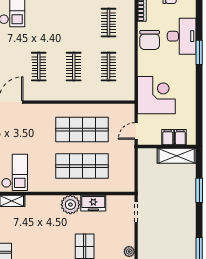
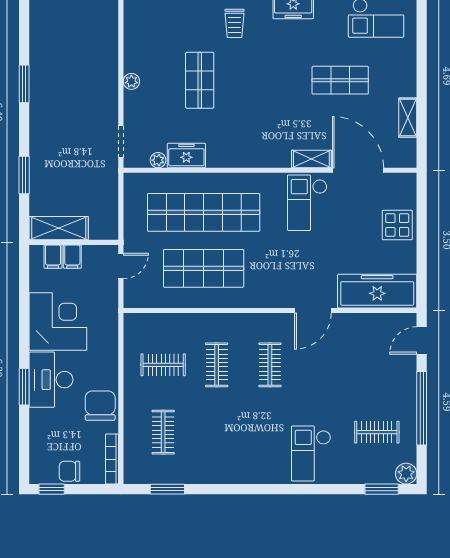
desk: (182, 36) -> (51, 380), moved
clothes rail: (108, 67) -> (163, 365), turned 90
corner desk: (156, 95) -> (58, 322), moved, turned 180
shop shelf: (82, 166) -> (204, 212), width x1.40
plant: (70, 205) -> (158, 160), moved, width x0.53, depth x0.53

